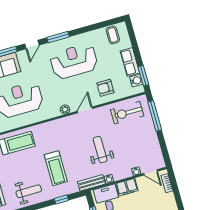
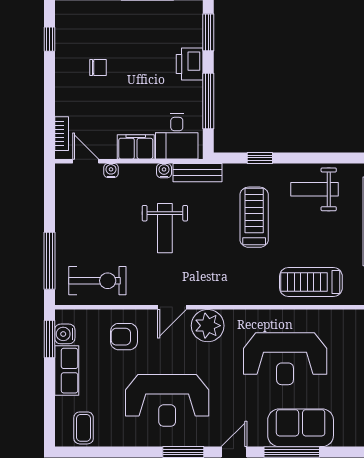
armchair: (105, 88) -> (124, 337), turned 180
plant: (65, 110) -> (208, 326), width x1.88, depth x1.88

